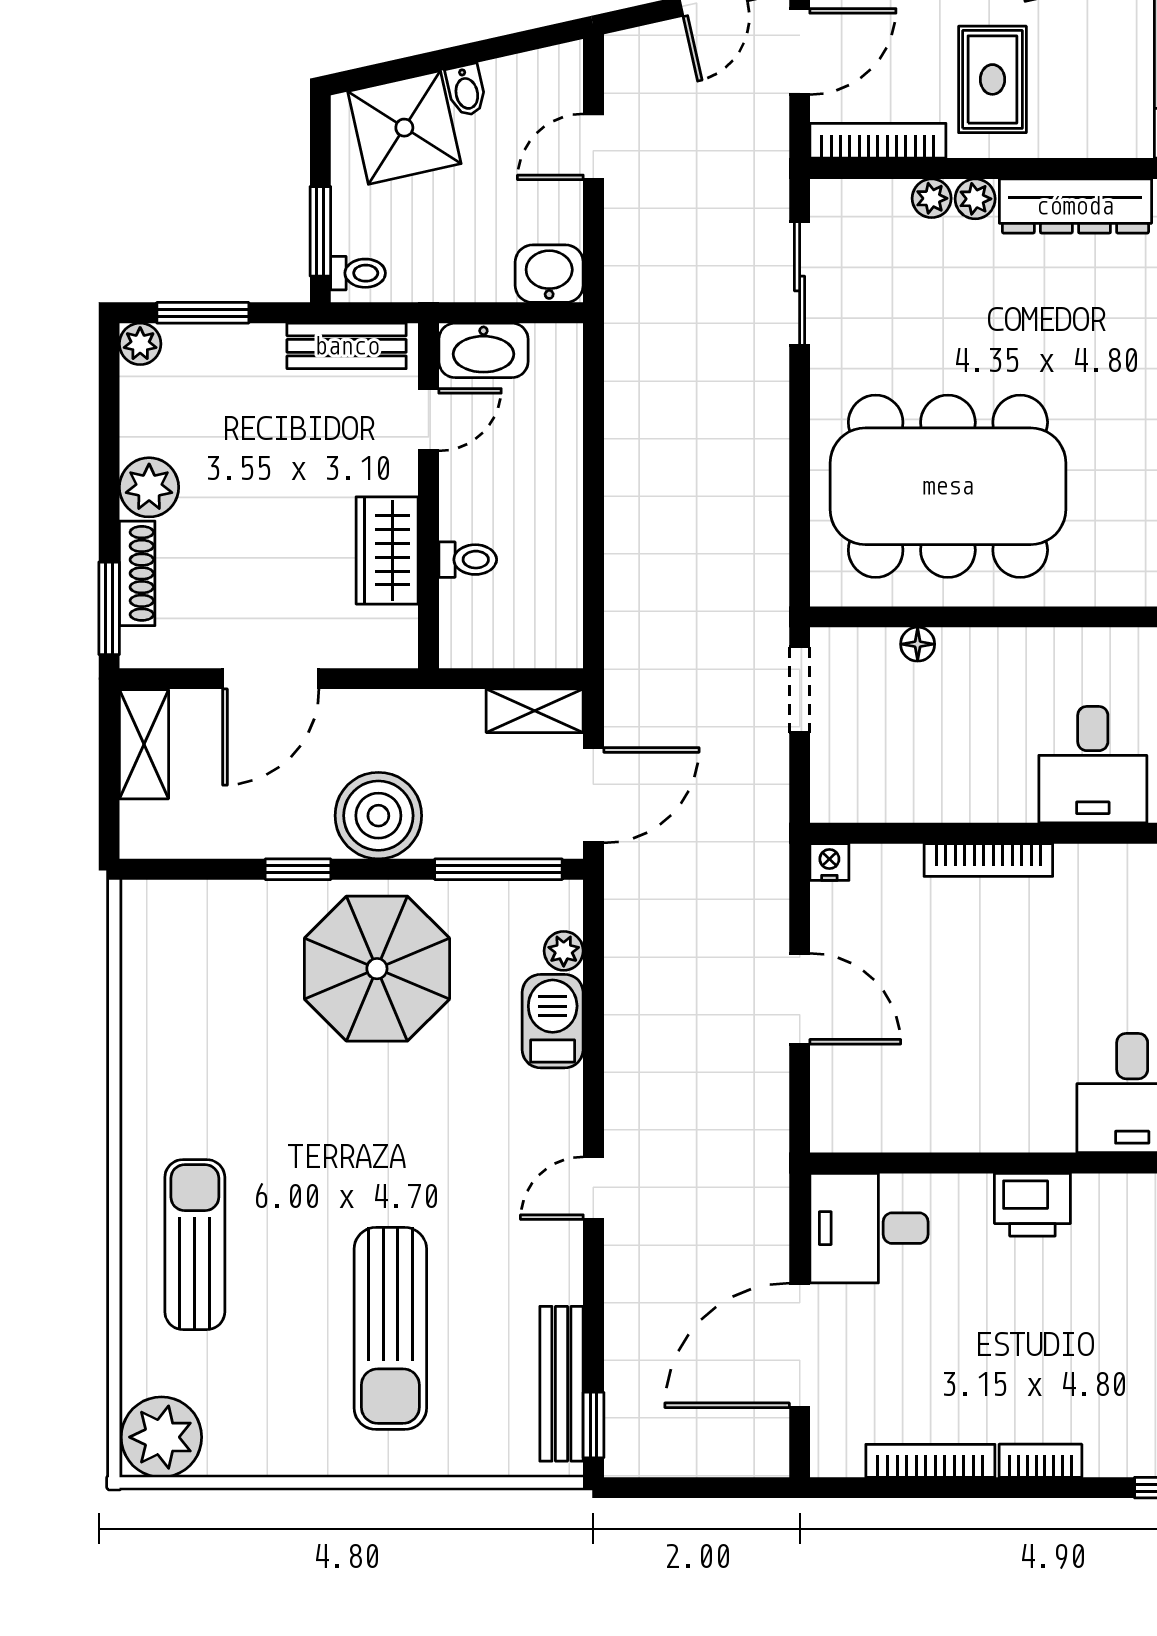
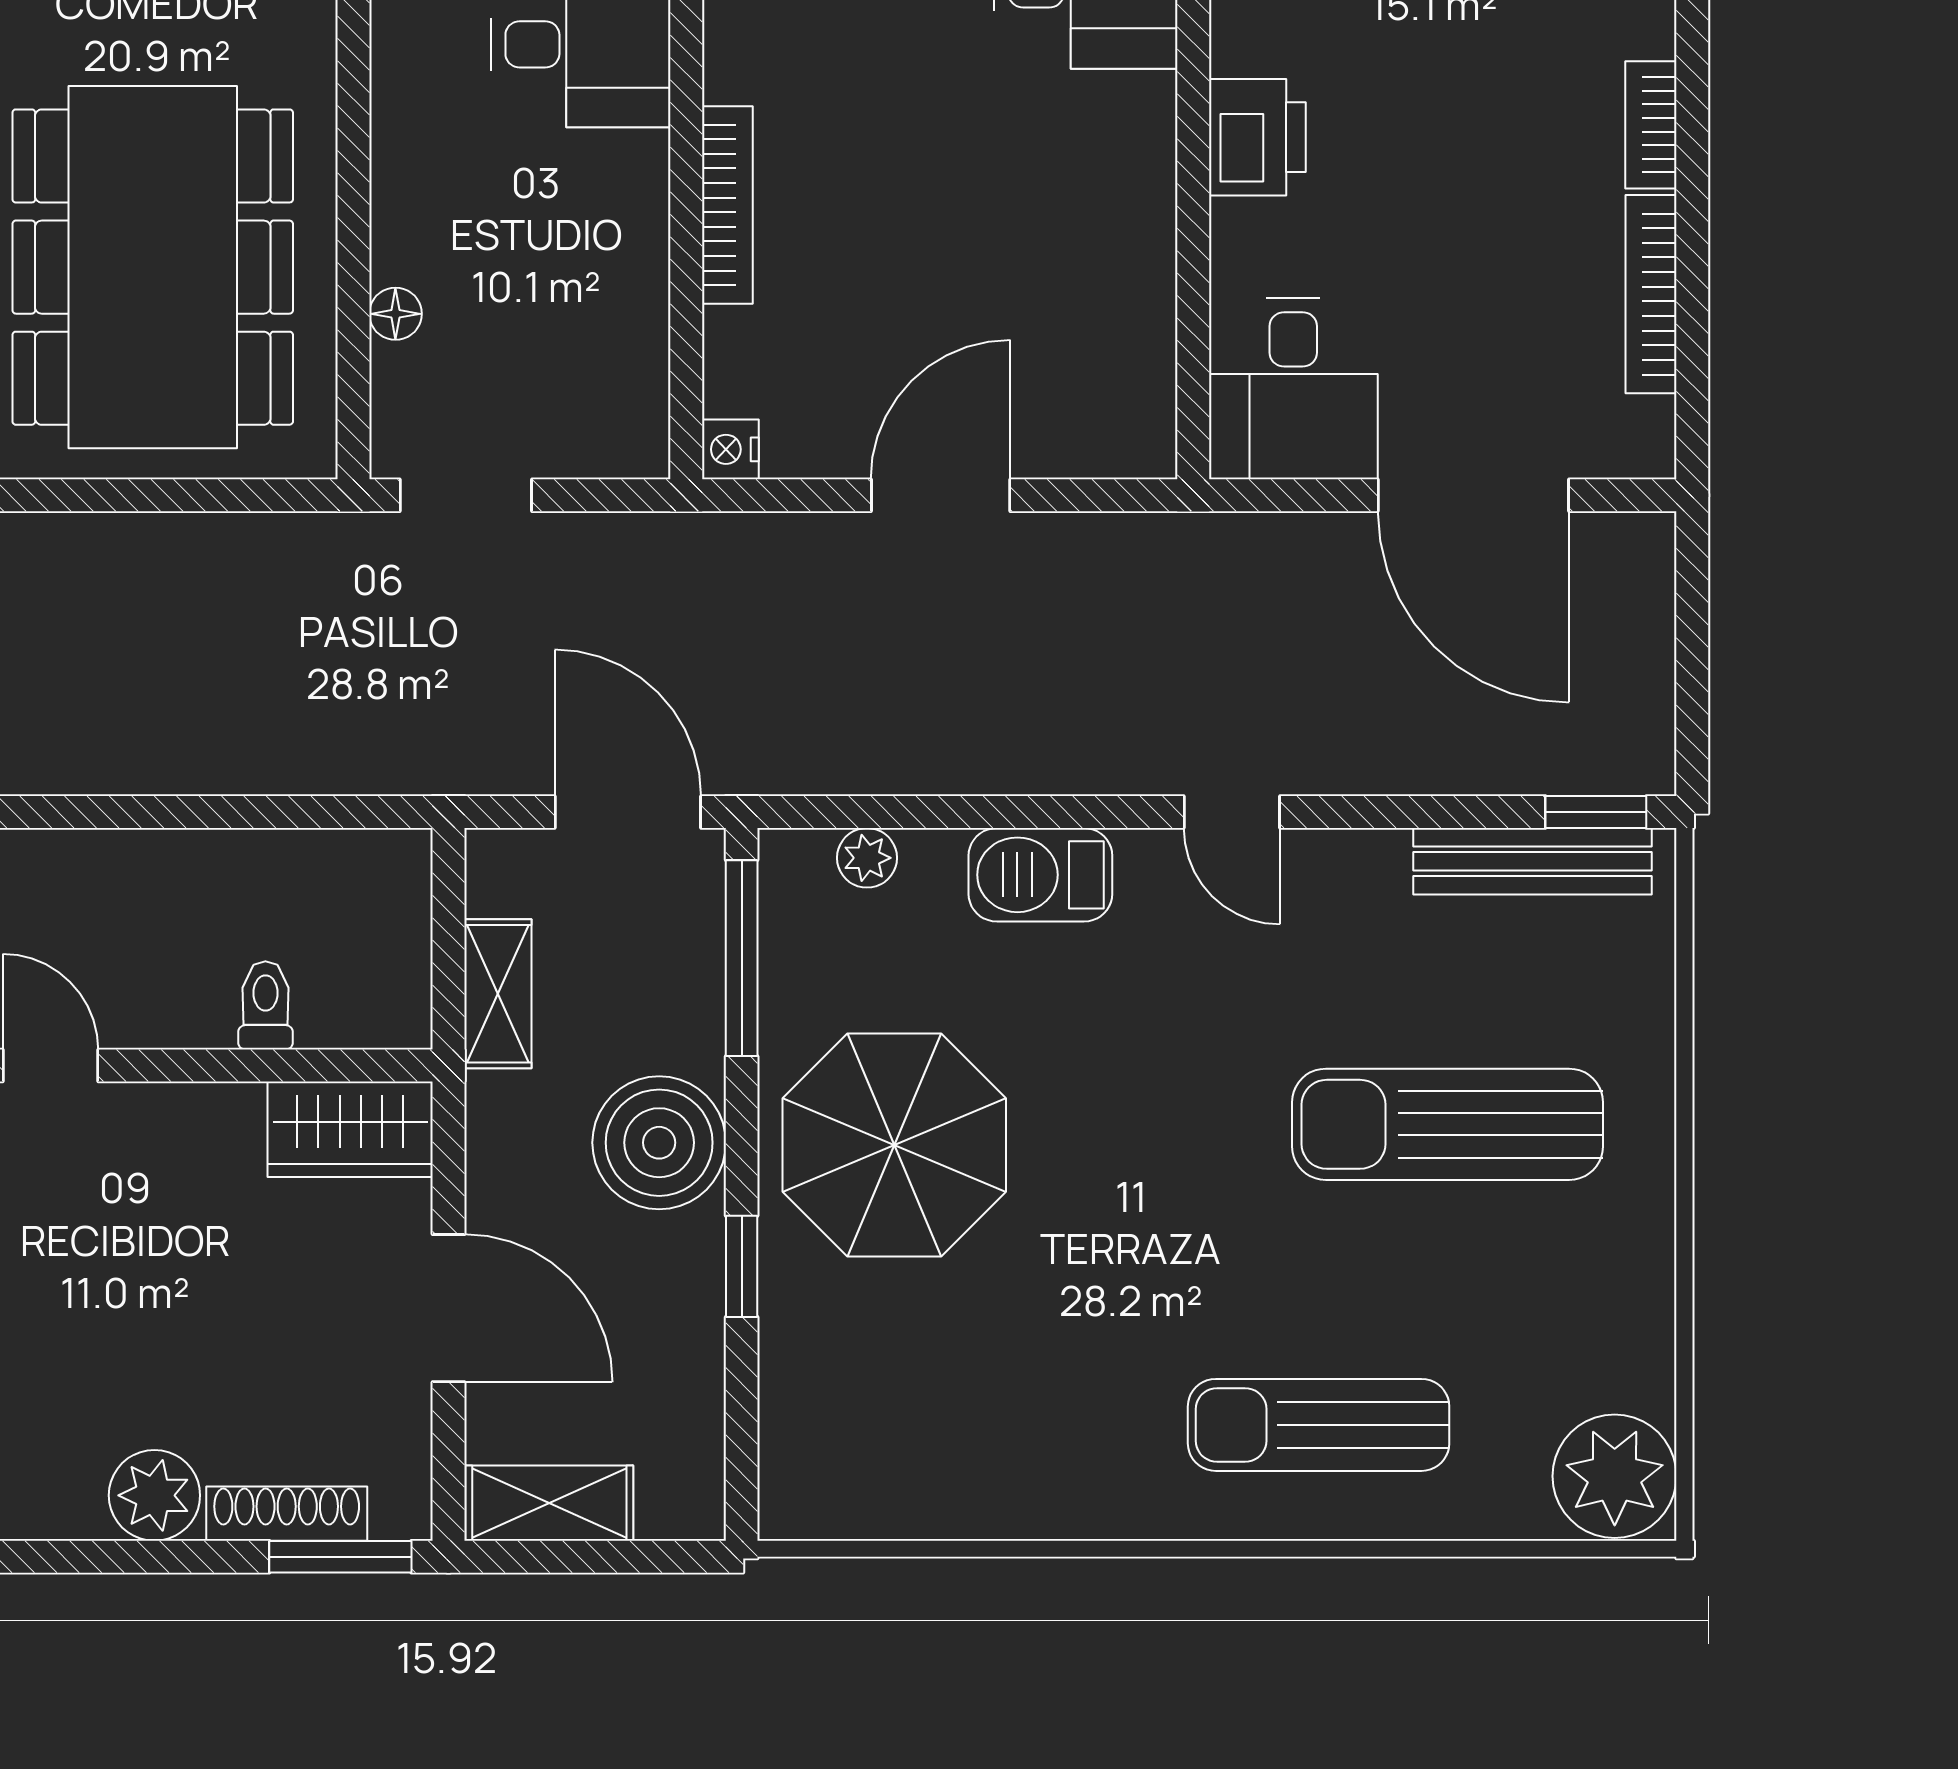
wardrobe: (387, 550) -> (350, 1129), moved
shelving: (535, 711) -> (498, 994), moved
barbecue: (553, 1021) -> (1040, 875), moved
sun lounger: (390, 1328) -> (1447, 1124), turned 180

